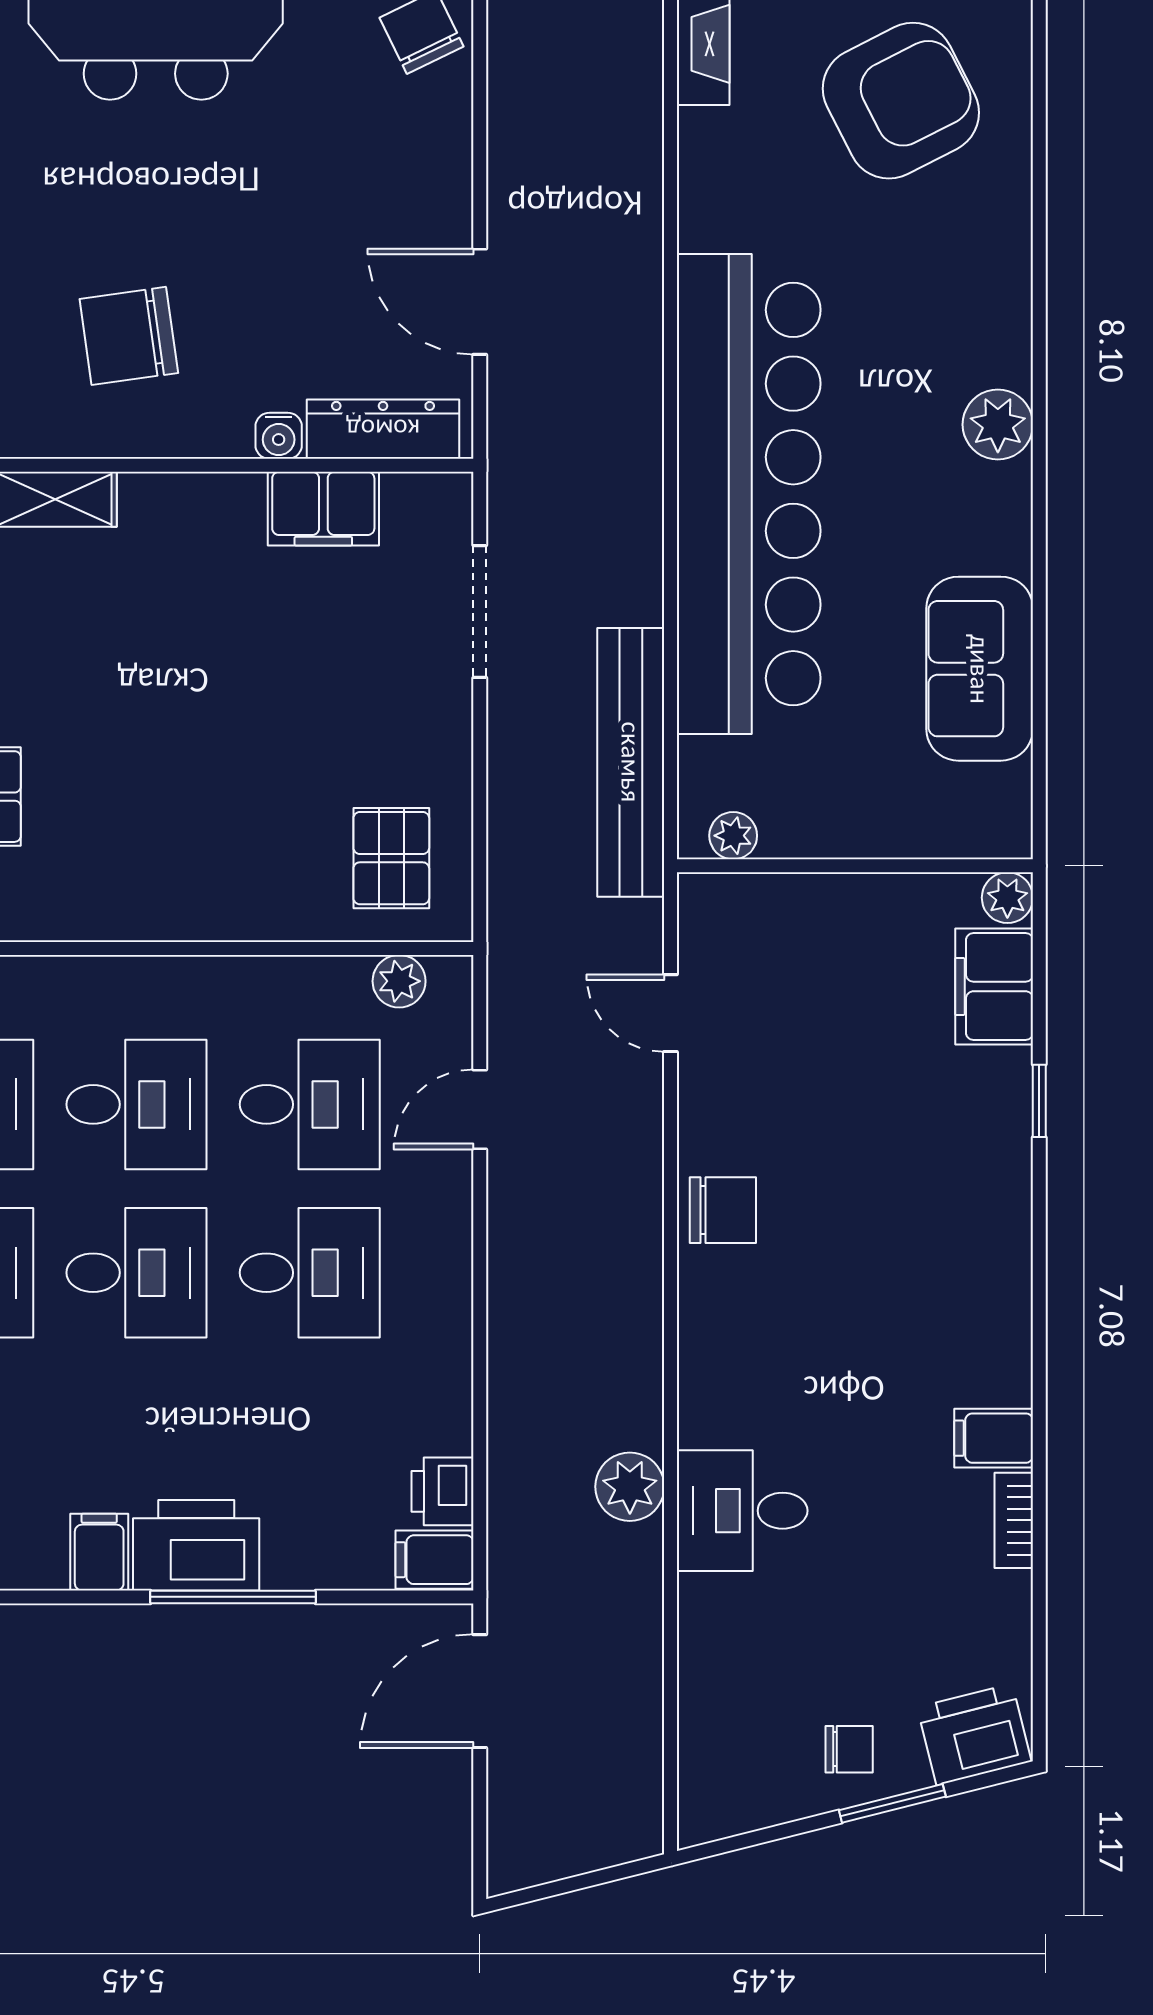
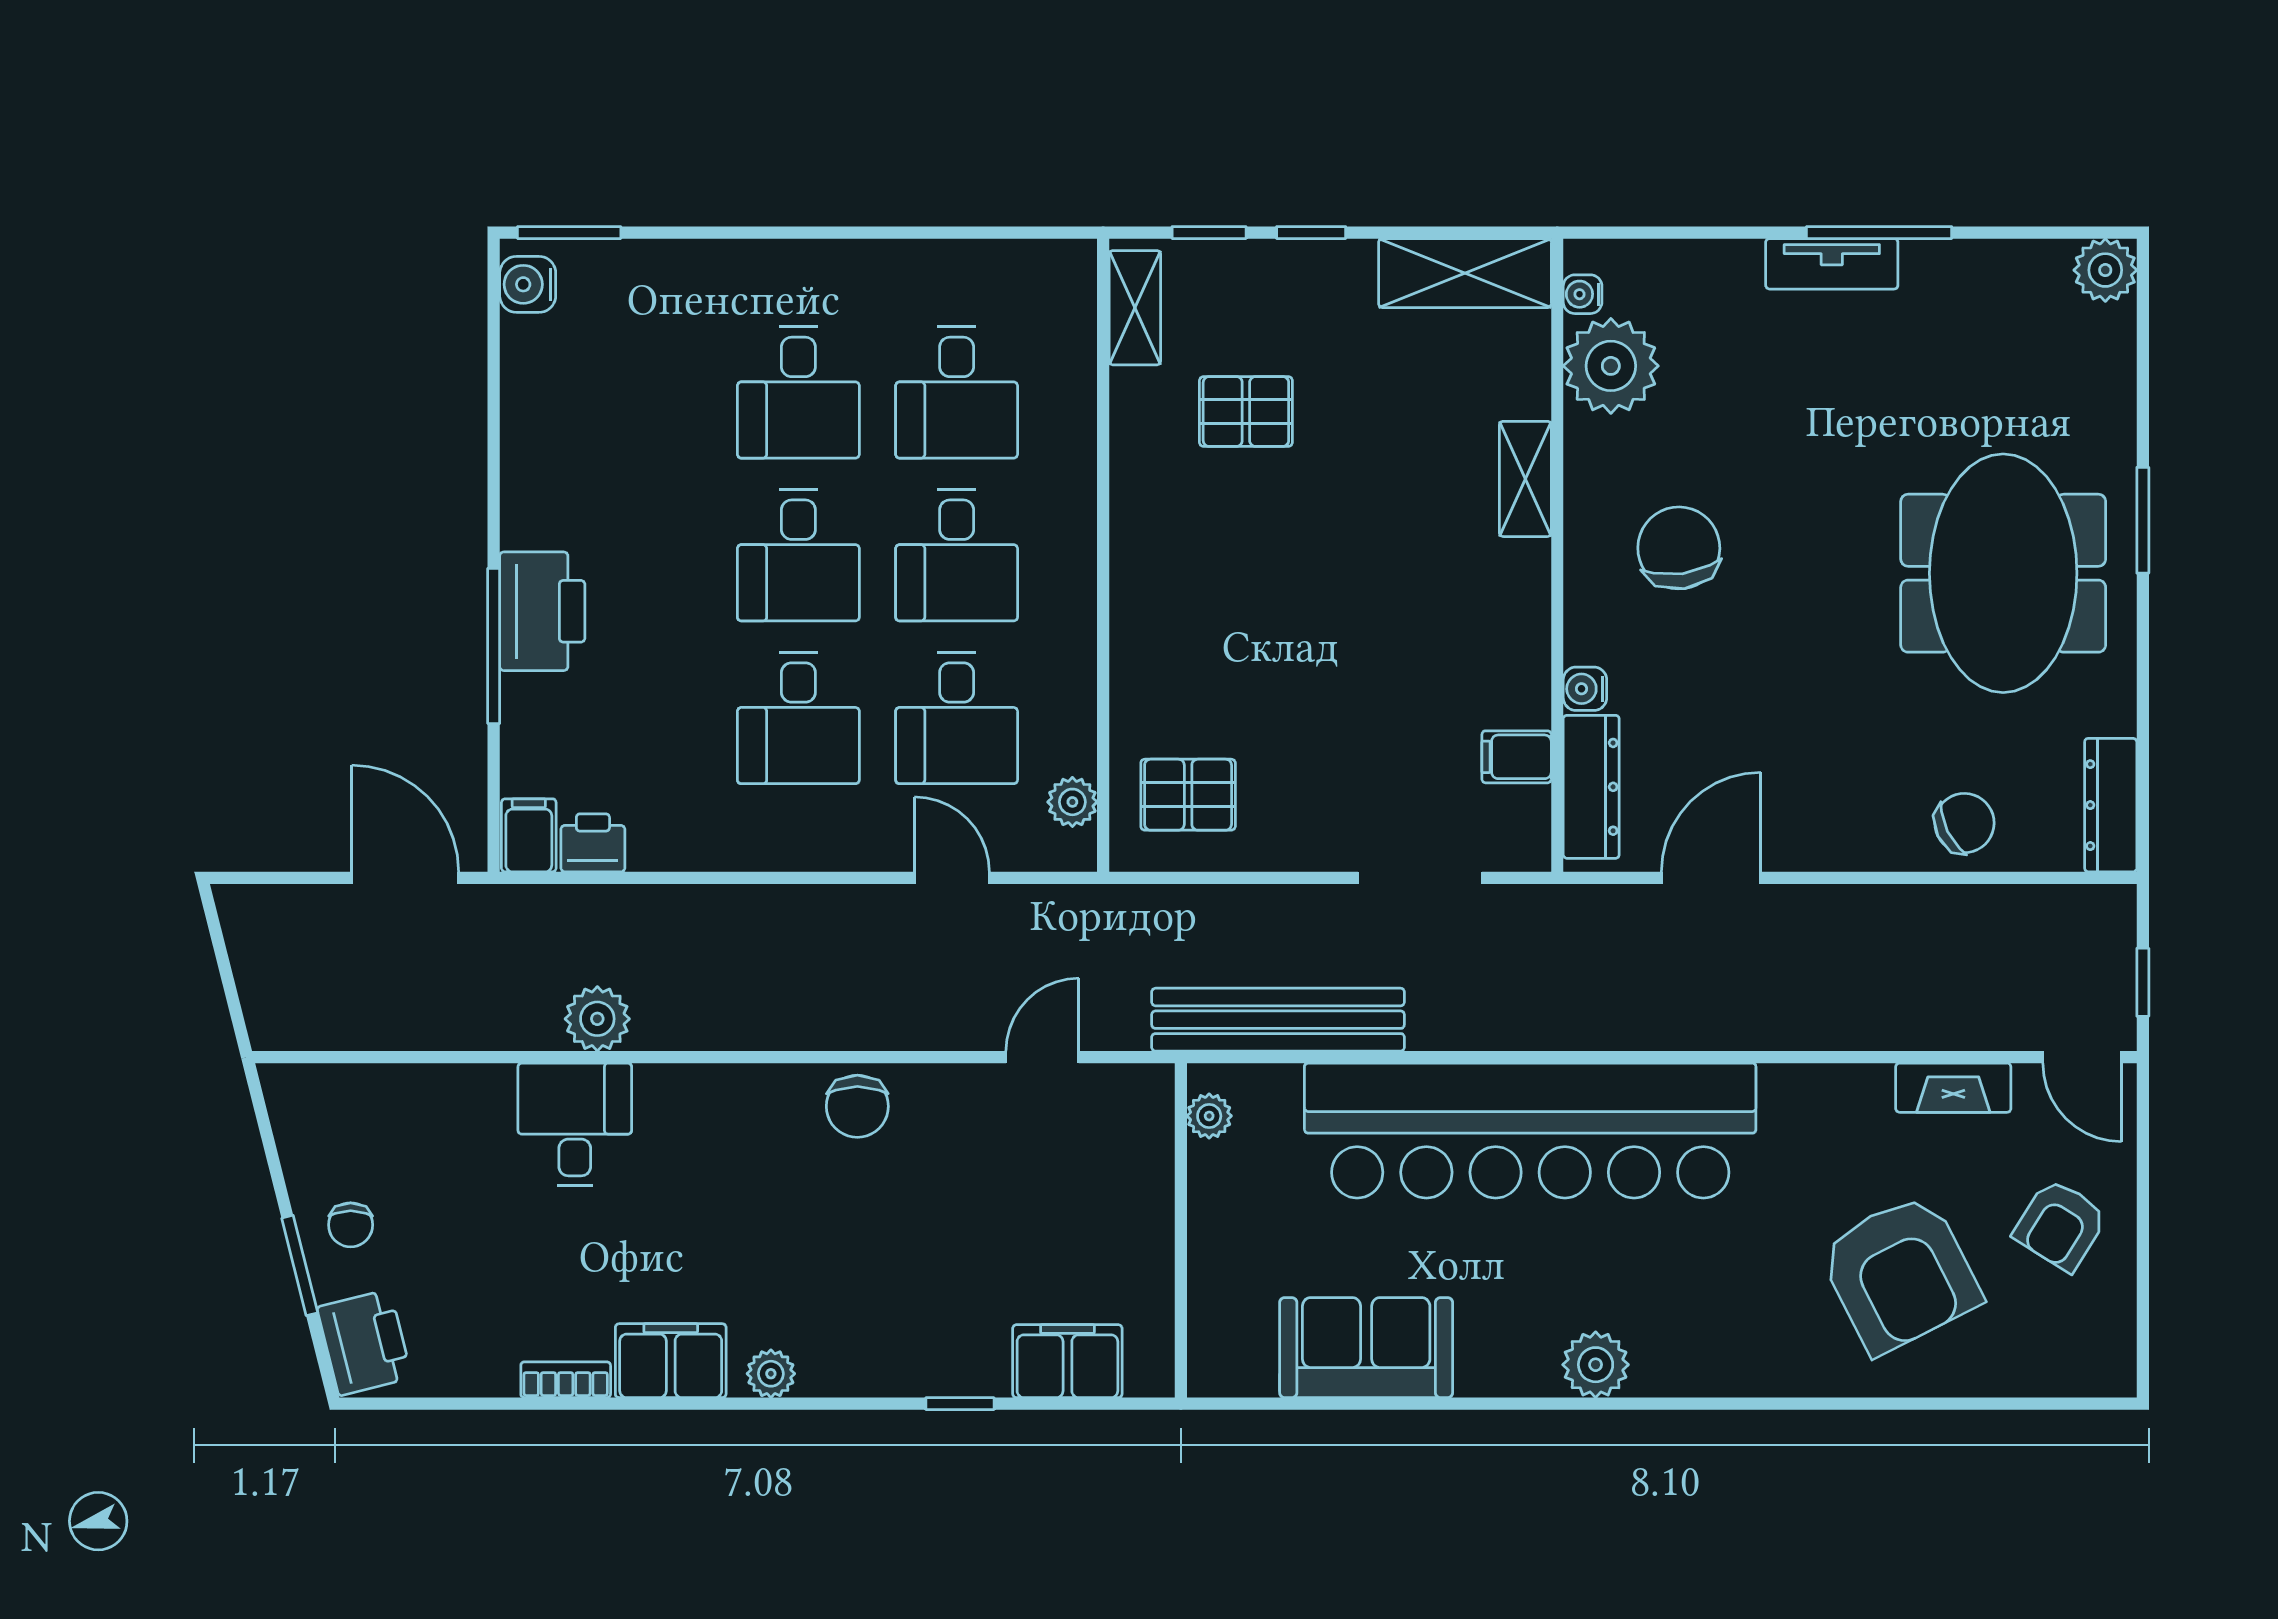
filing cabinet: (323, 509) -> (1517, 757), width x0.50
plant: (1007, 898) -> (771, 1374), moved
filing cabinet: (994, 1438) -> (671, 1361), width x2.00
filing cabinet: (99, 1552) -> (536, 520), removed

